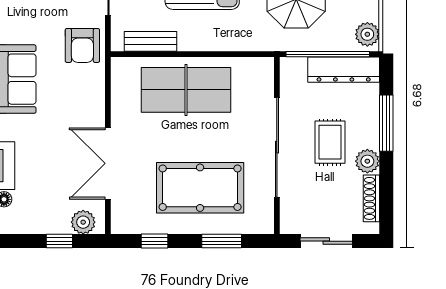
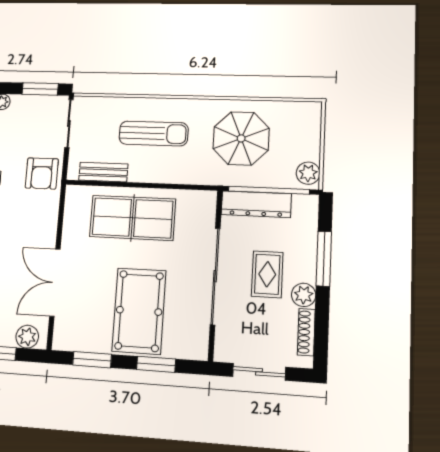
dresser: (344, 70) -> (256, 204), moved
pool table: (200, 188) -> (139, 311), turned 90
window: (155, 241) -> (92, 360), width x1.50

